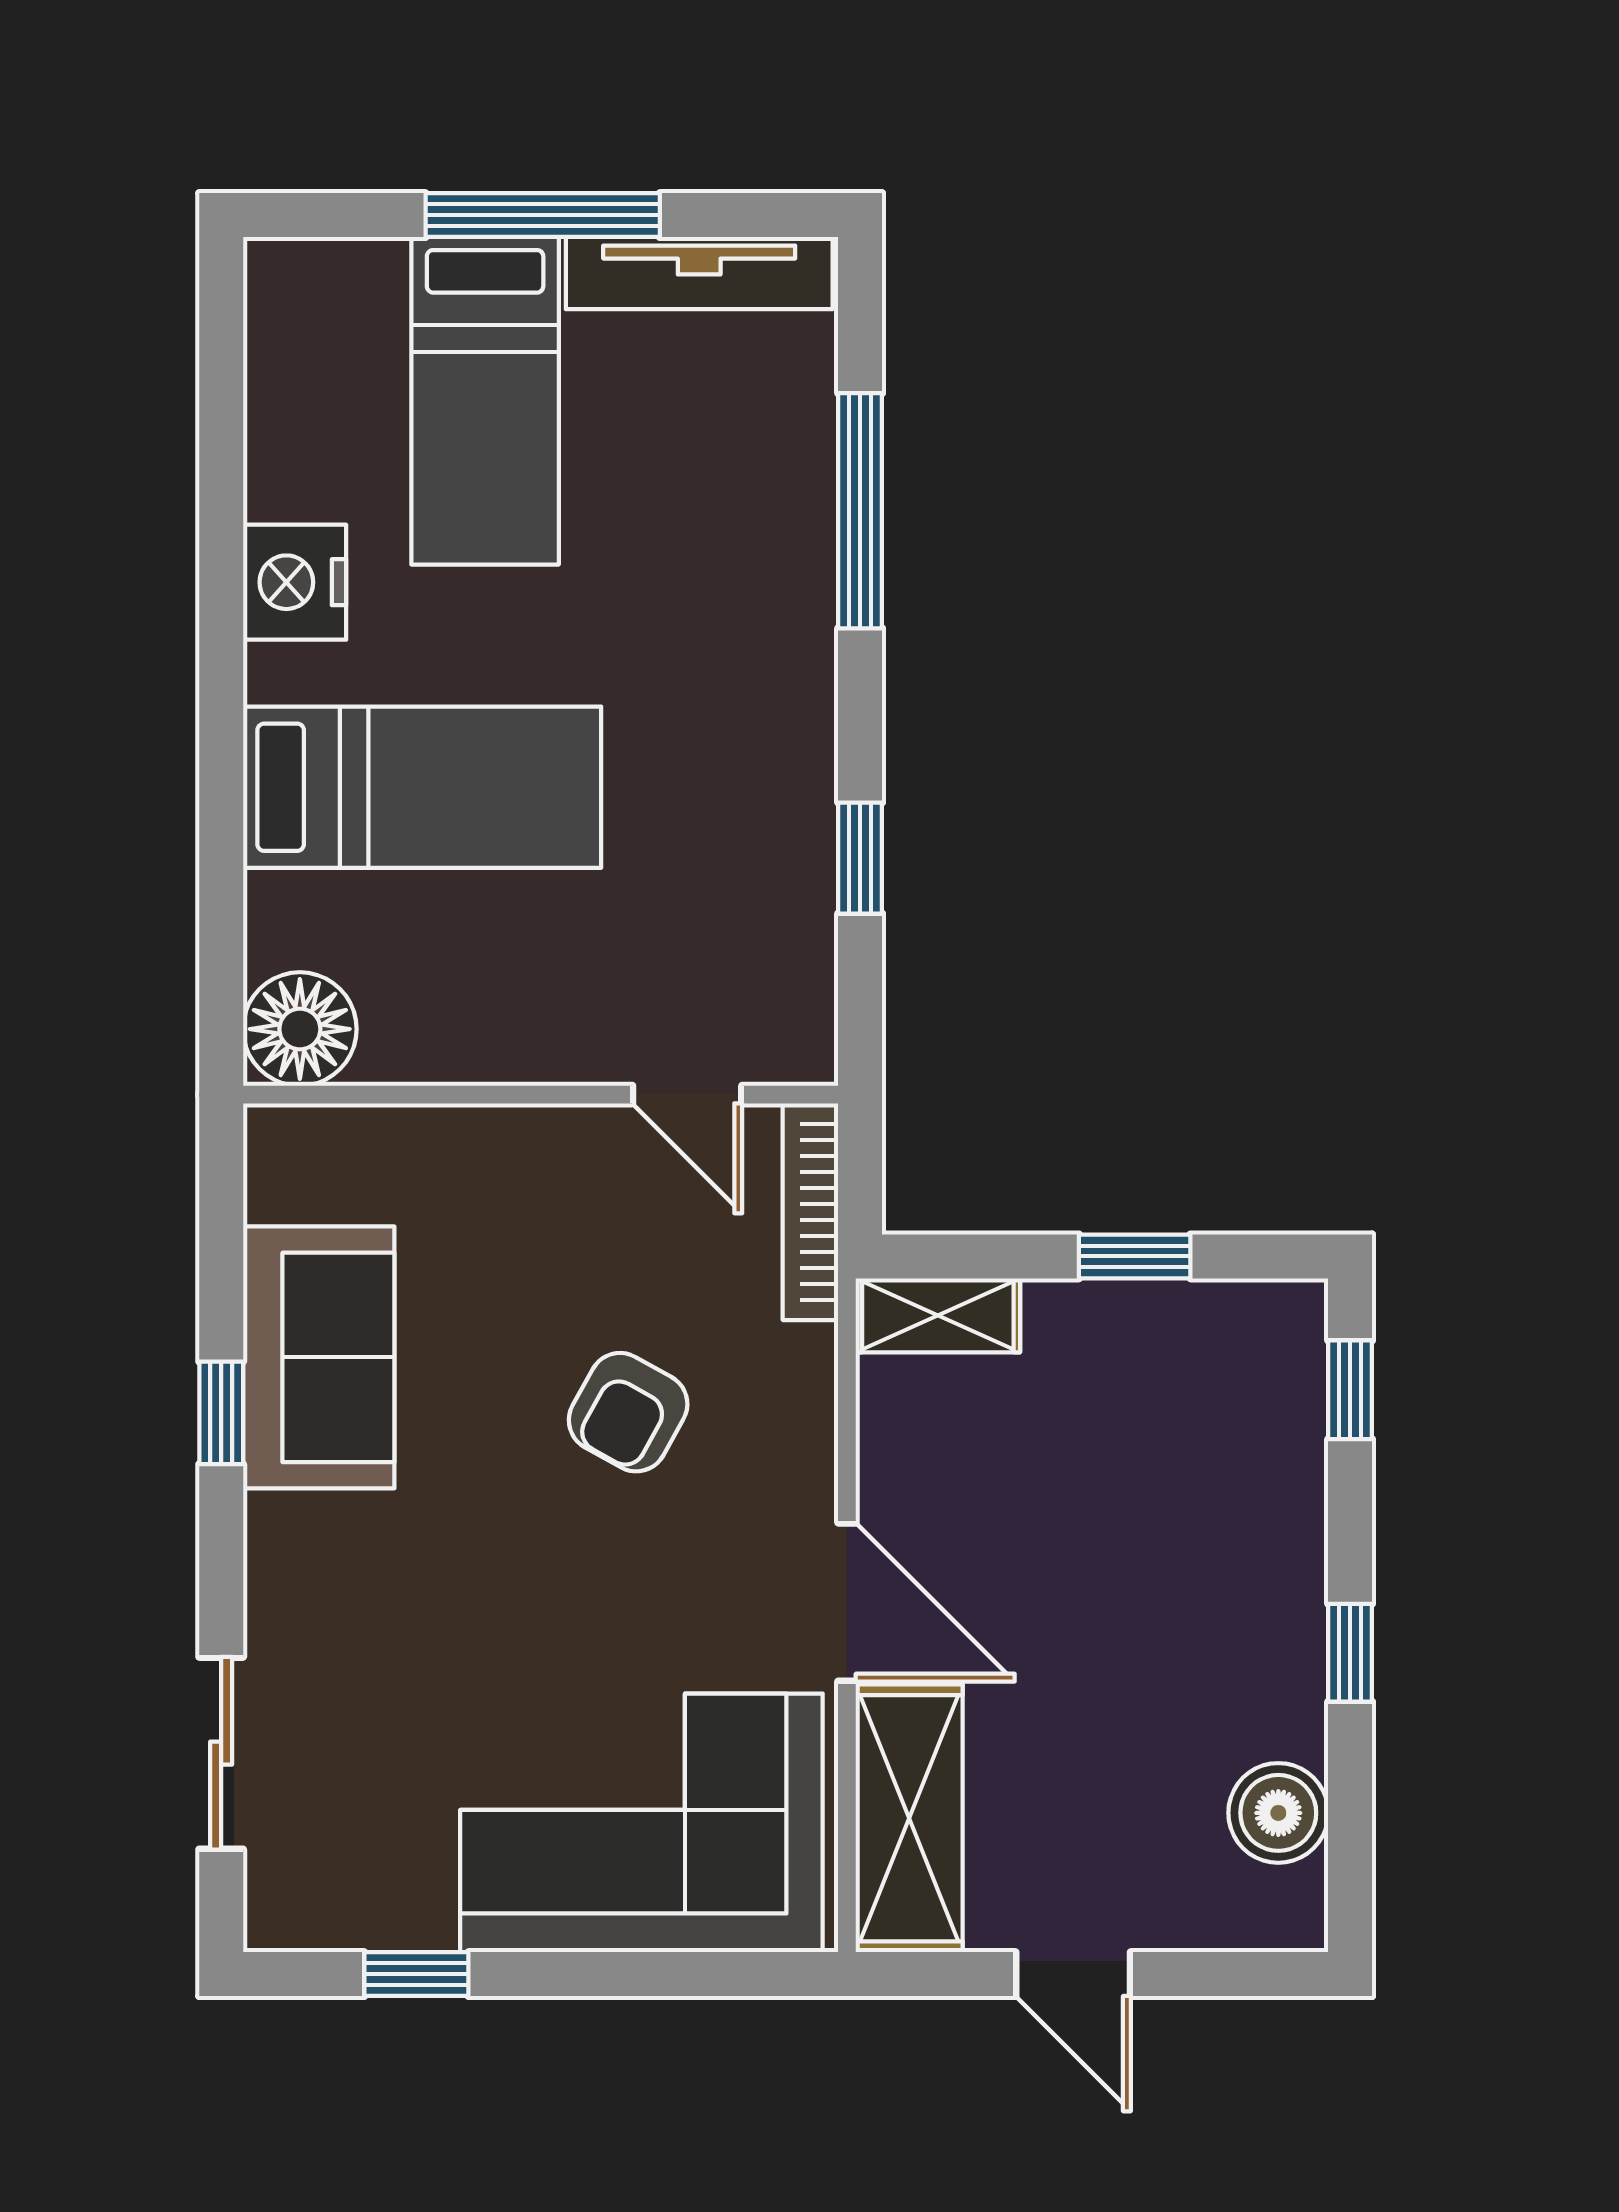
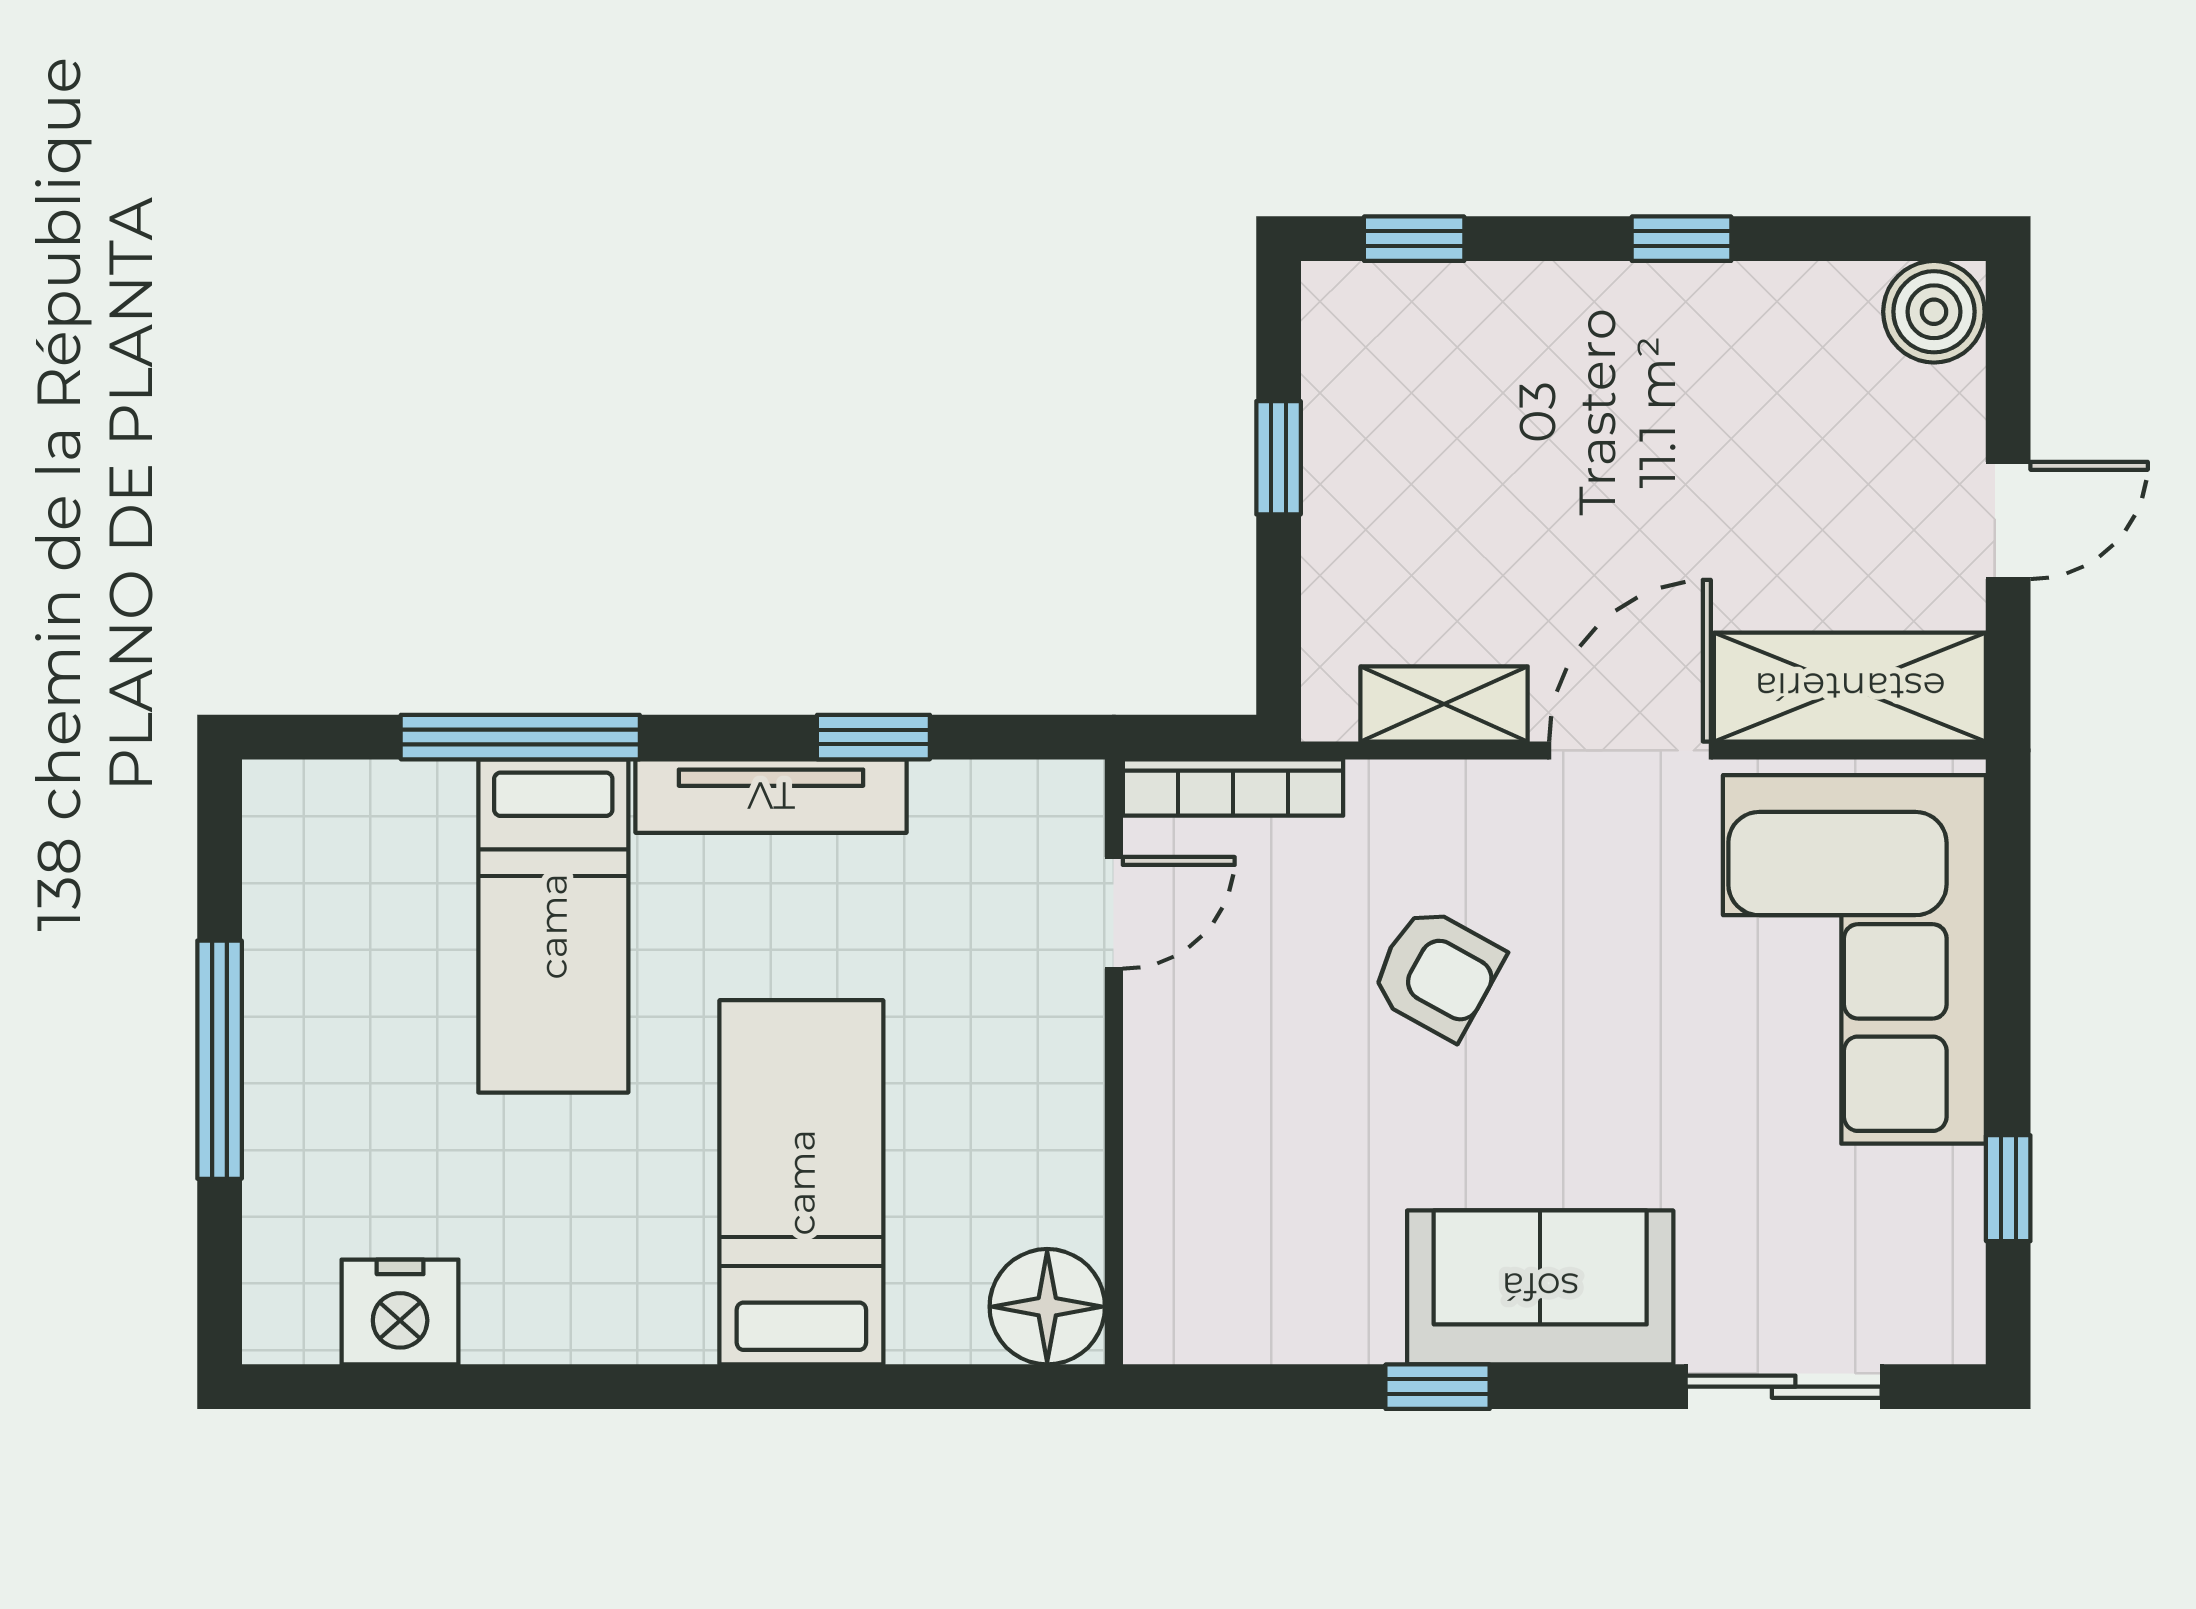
tv unit: (699, 273) -> (771, 796), moved, turned 90
bed: (485, 401) -> (553, 926), moved, turned 90
nightstand: (295, 582) -> (400, 1312), moved
shelving: (938, 1315) -> (1444, 704), moved, turned 90
sofa: (319, 1357) -> (1540, 1287), moved
boiler: (1278, 1813) -> (1934, 312), moved

